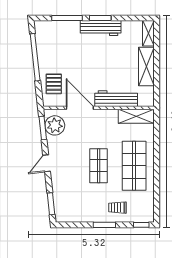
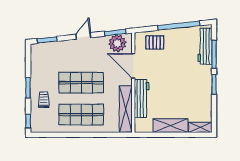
workbench: (101, 28) -> (205, 46), moved
door: (80, 108) -> (133, 66), swing flipped
shelving: (136, 116) -> (126, 109), width x1.47
door: (47, 163) -> (83, 36), hinge flipped
shop shelf: (99, 166) -> (81, 83), width x1.43, depth x1.36

